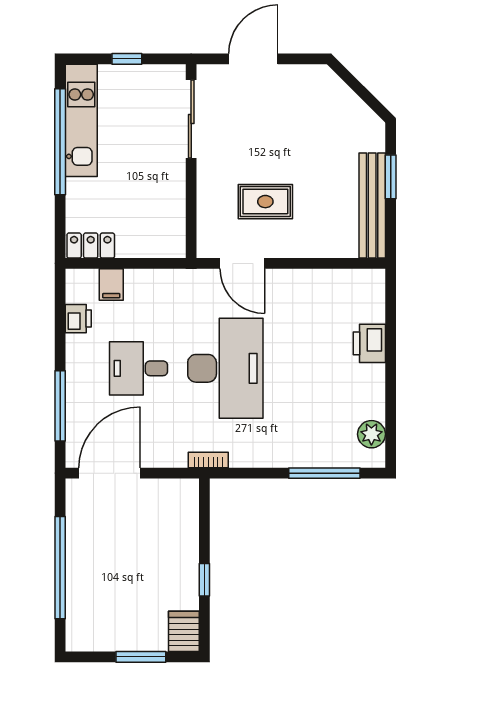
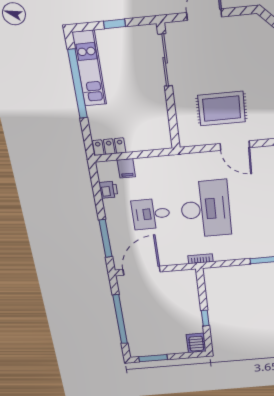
rug: (265, 202) -> (222, 109), width x1.36, depth x1.43
door: (242, 263) -> (235, 146), moved
window: (141, 657) -> (153, 358), moved

